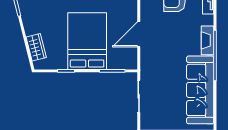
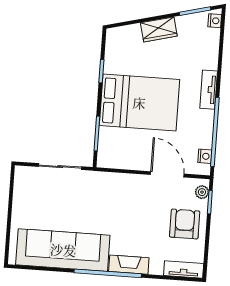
door: (139, 34) -> (167, 174), moved
wardrobe: (36, 47) -> (159, 29), moved

